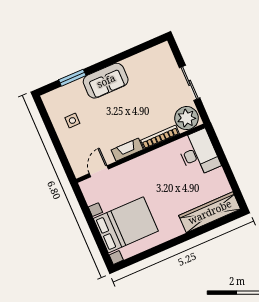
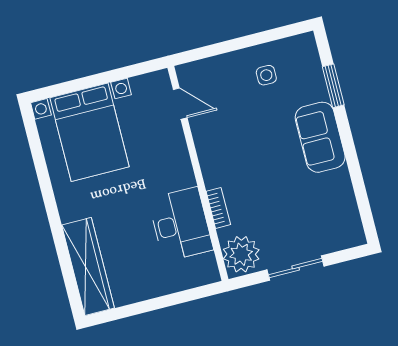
bookcase: (160, 137) -> (218, 208), width x0.64
fireplace: (127, 150) -> (207, 153), removed
desk: (198, 153) -> (181, 224), moved, turned -90

